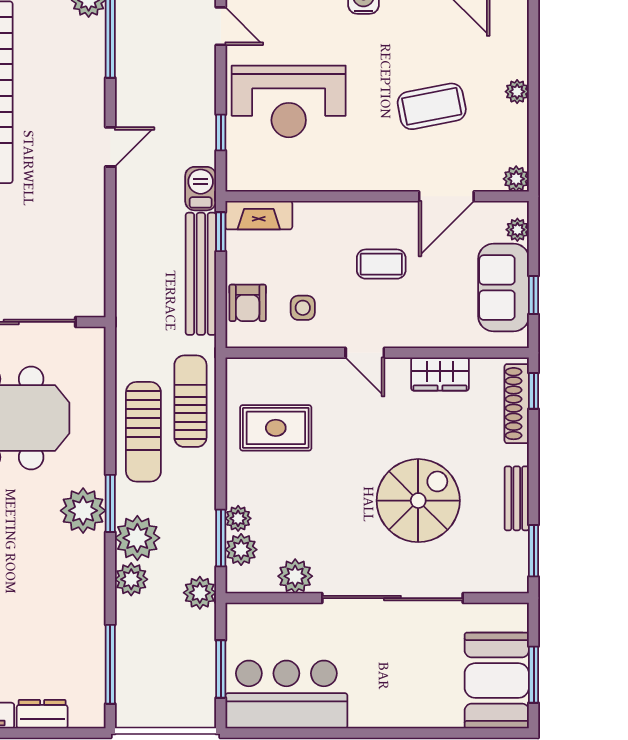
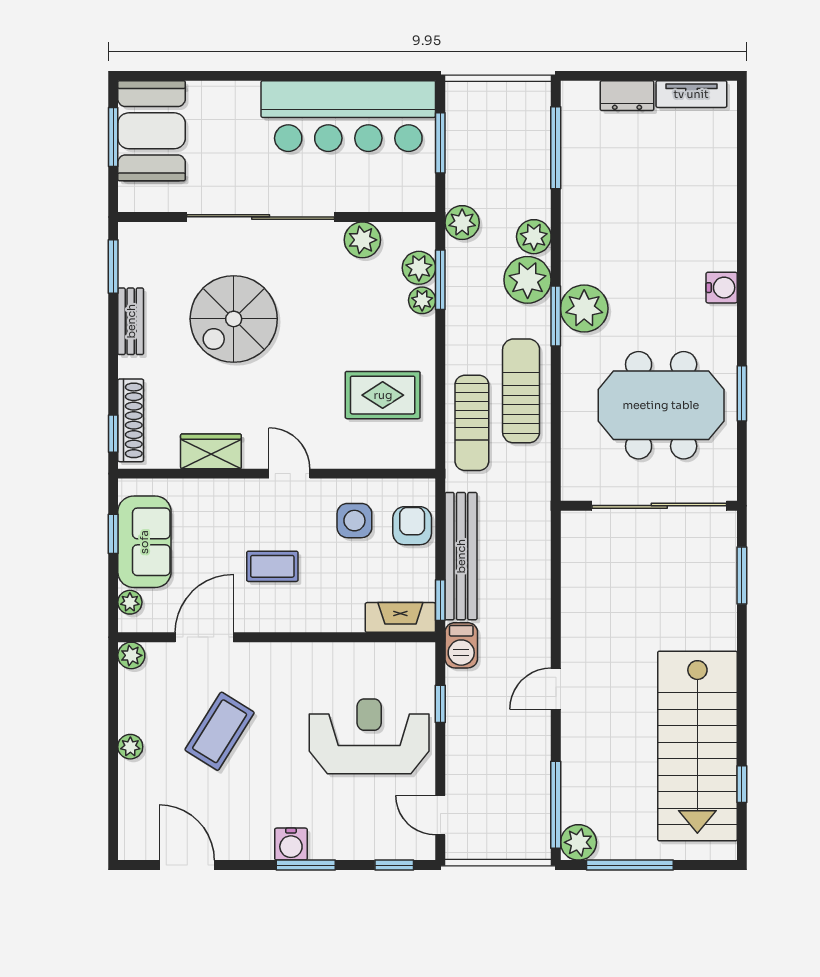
coffee table: (432, 106) -> (220, 731), turned -47
side table: (303, 308) -> (354, 521), width x1.37, depth x1.37
bar counter: (286, 694) -> (348, 116), width x1.36

